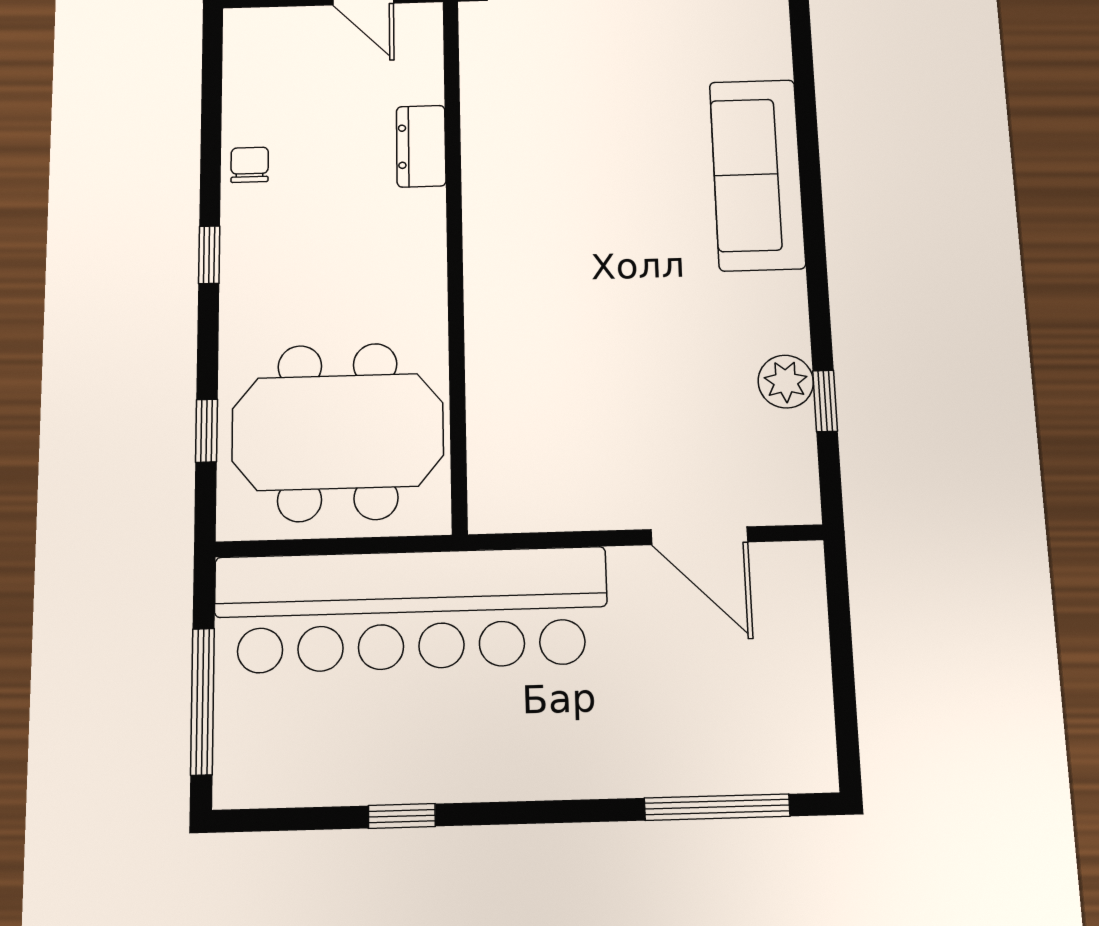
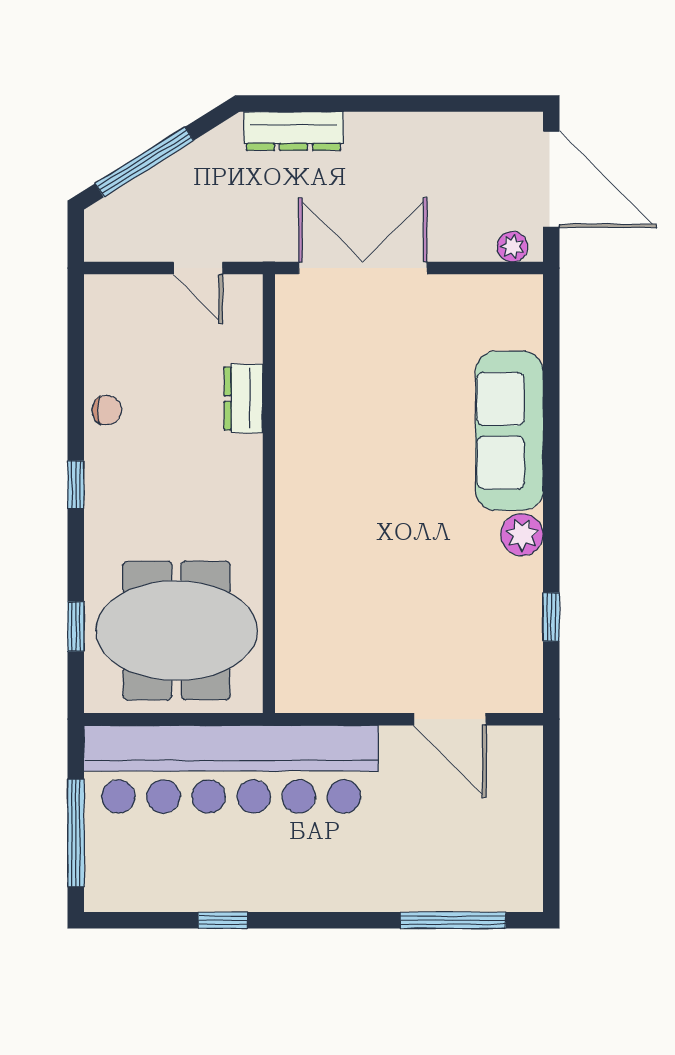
chair: (250, 165) -> (107, 410), turned 90
plant: (786, 382) -> (522, 535), moved

